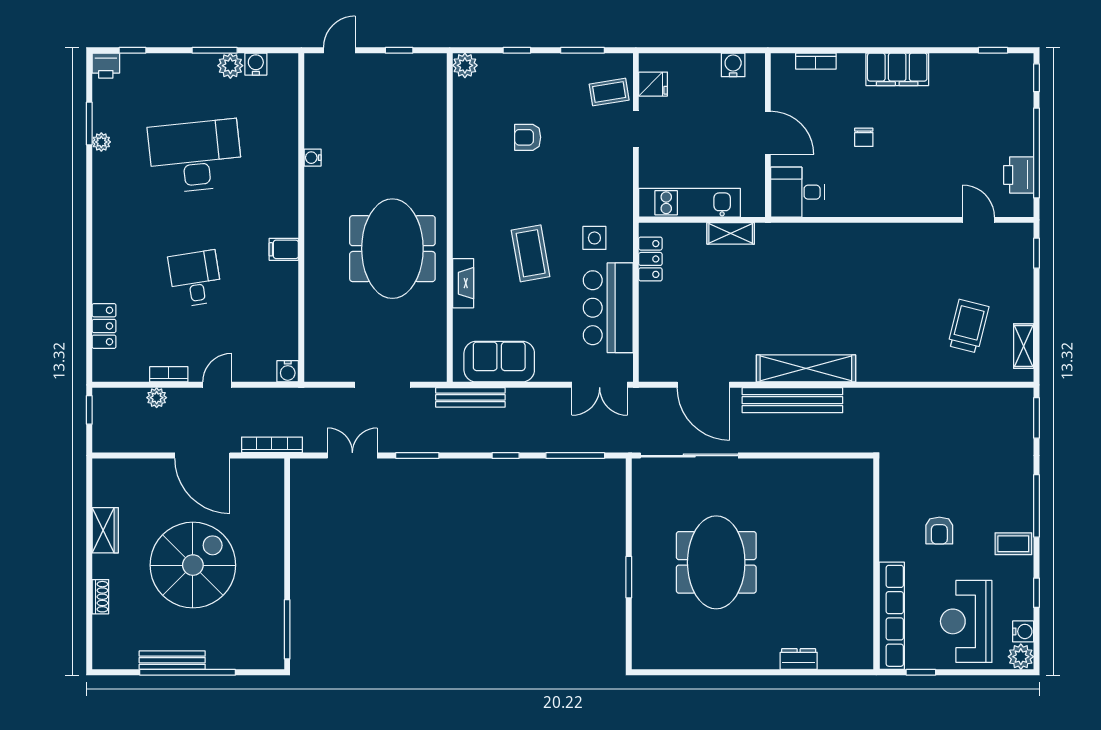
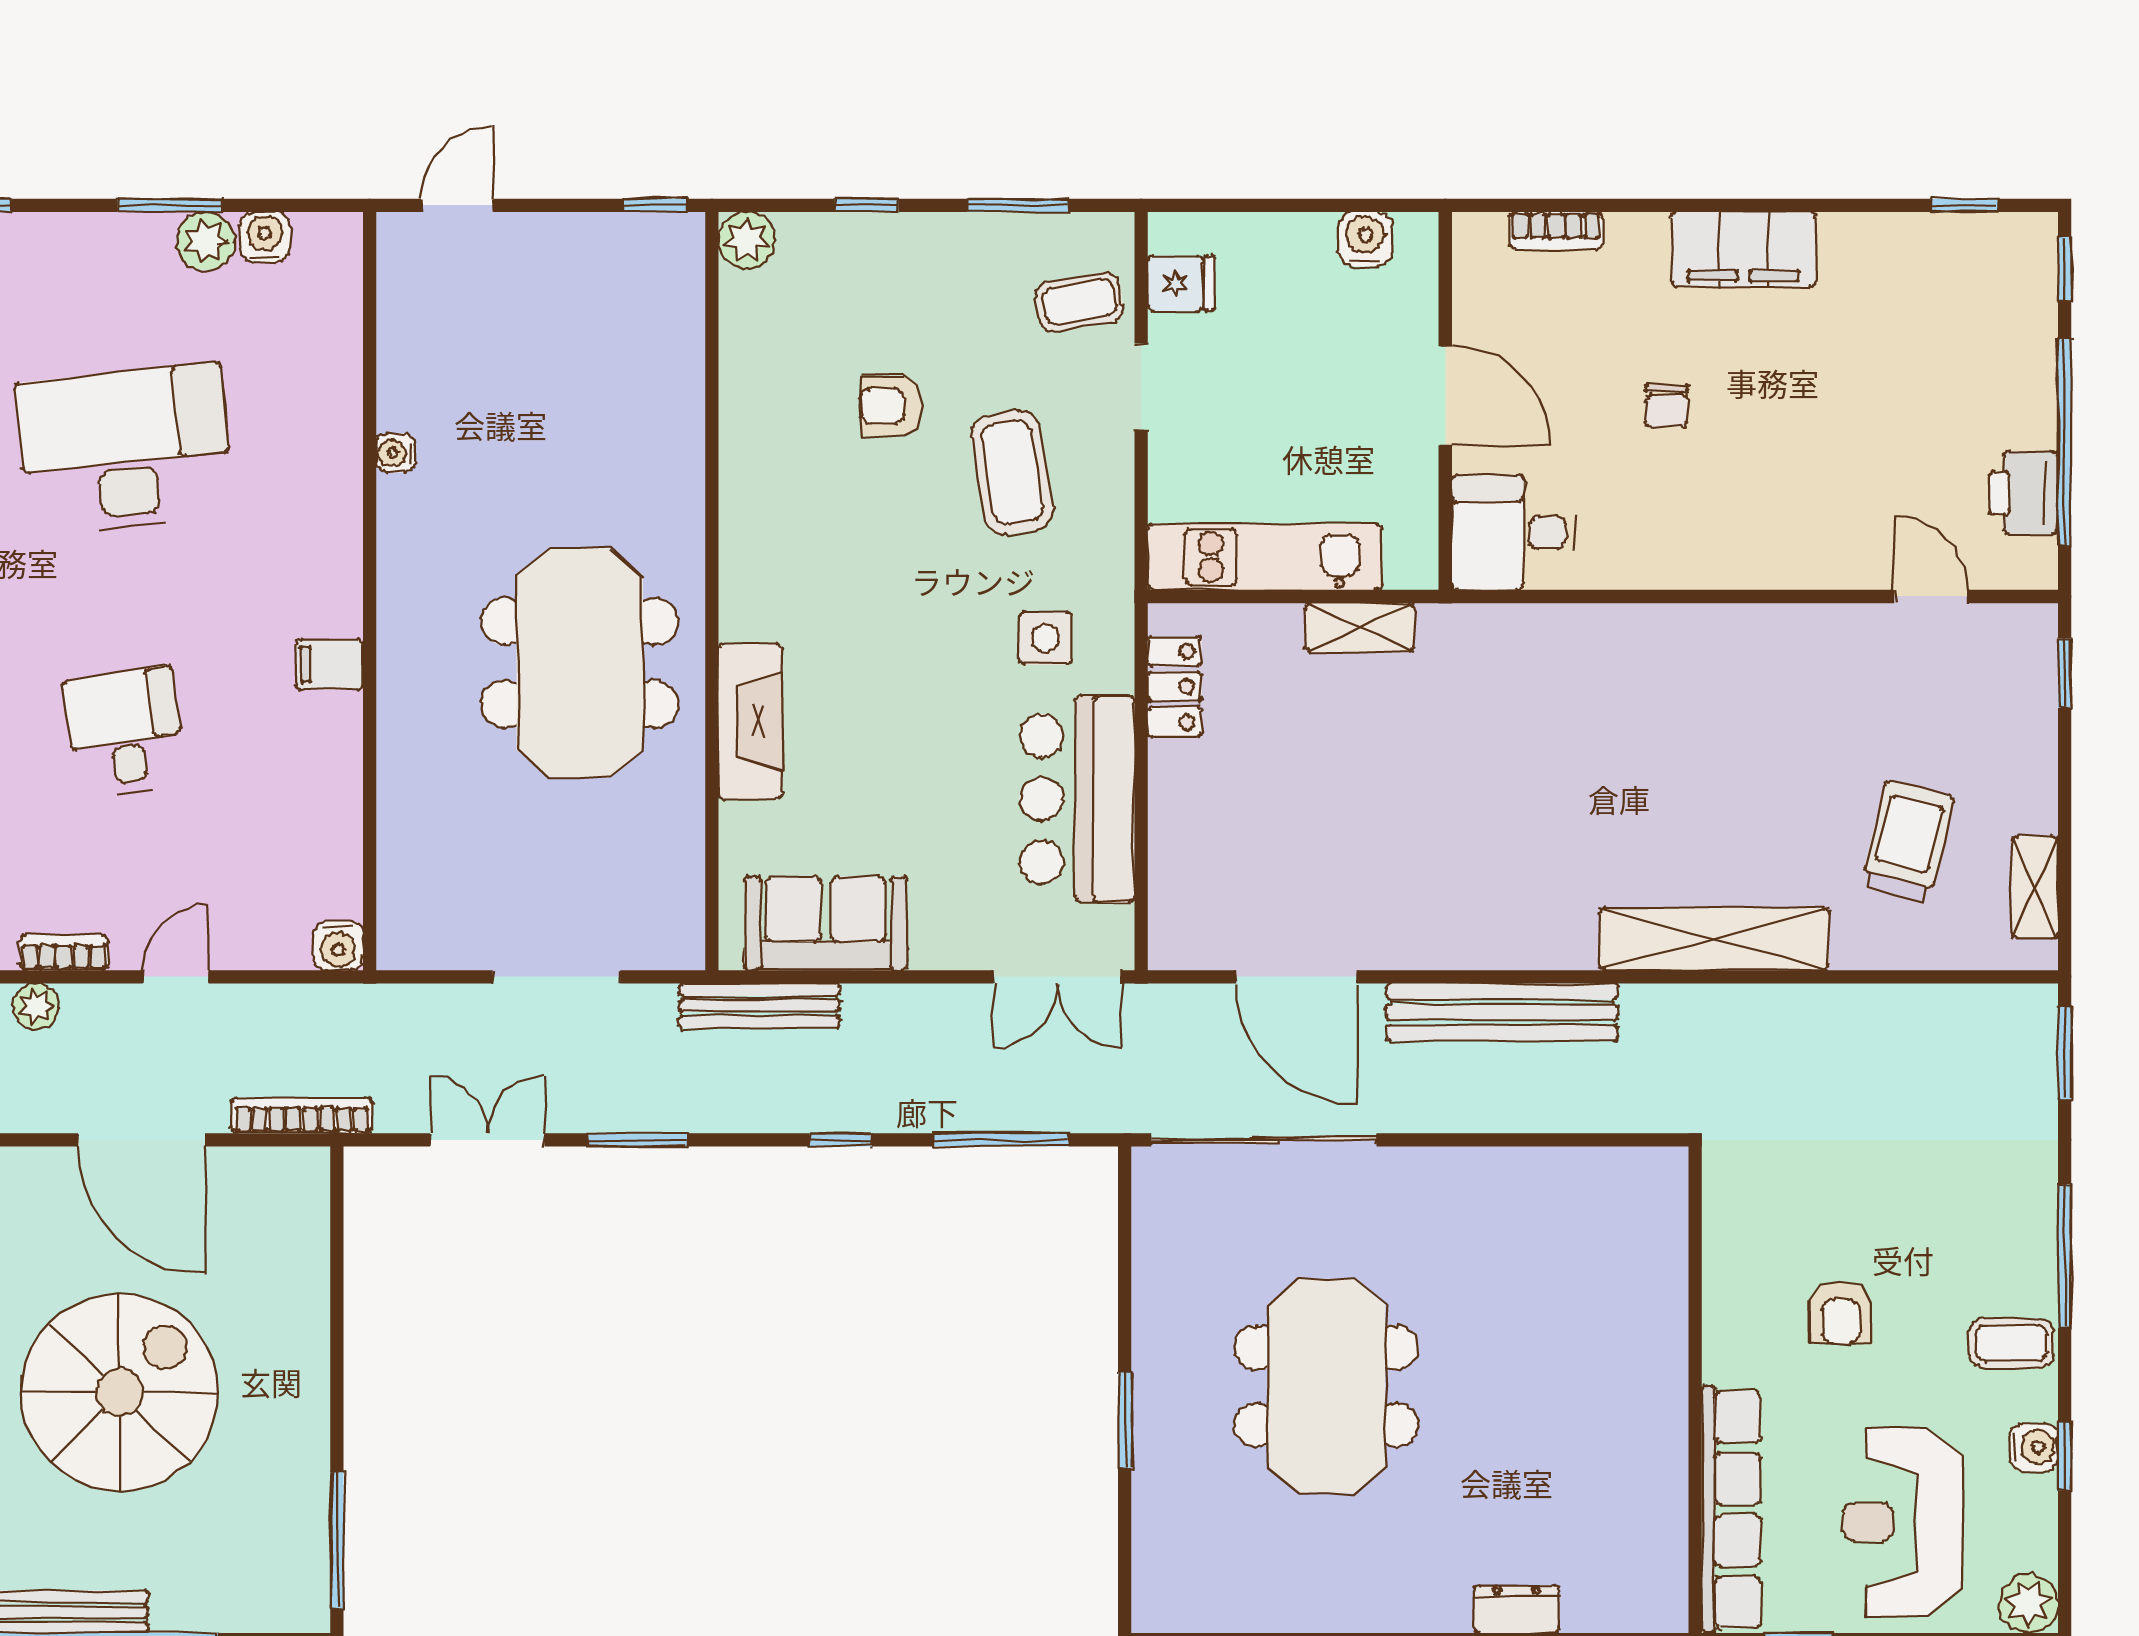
window: (399, 50) -> (655, 205), moved
coffee table: (531, 253) -> (1012, 472), moved
fireplace: (463, 283) -> (750, 721), width x1.37, depth x1.32
shelving: (806, 368) -> (1714, 939), moved
water cooler: (1023, 631) -> (2034, 1447), moved

